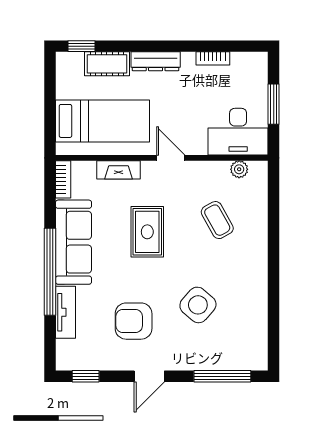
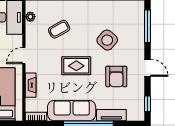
rug: (147, 232) -> (76, 66), moved

